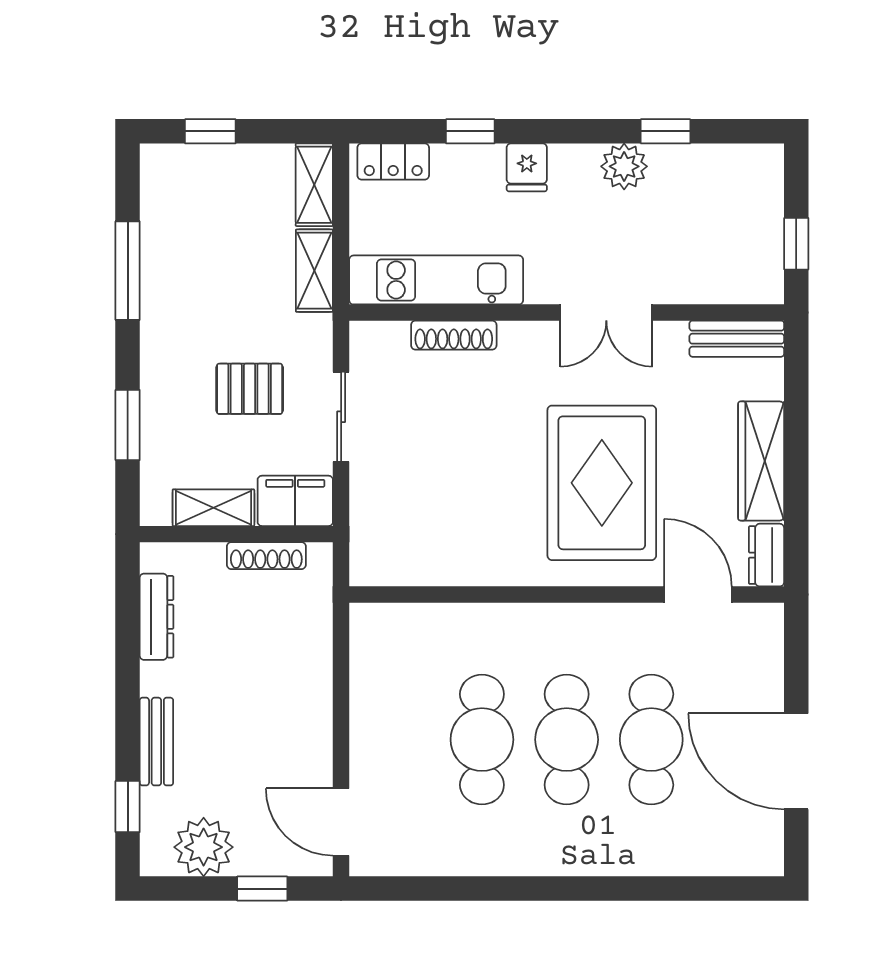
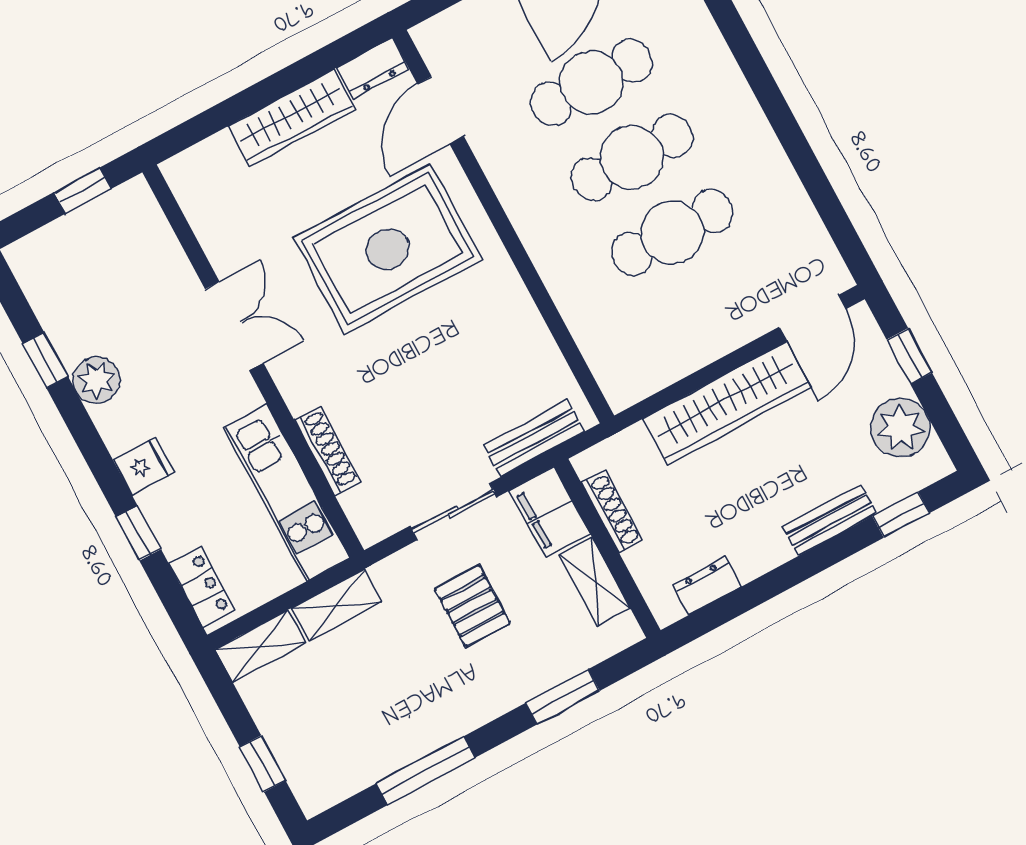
bench: (737, 339) -> (534, 438), moved, turned 90
dresser: (156, 617) -> (707, 586), width x0.70
wardrobe: (307, 707) -> (727, 403), added

